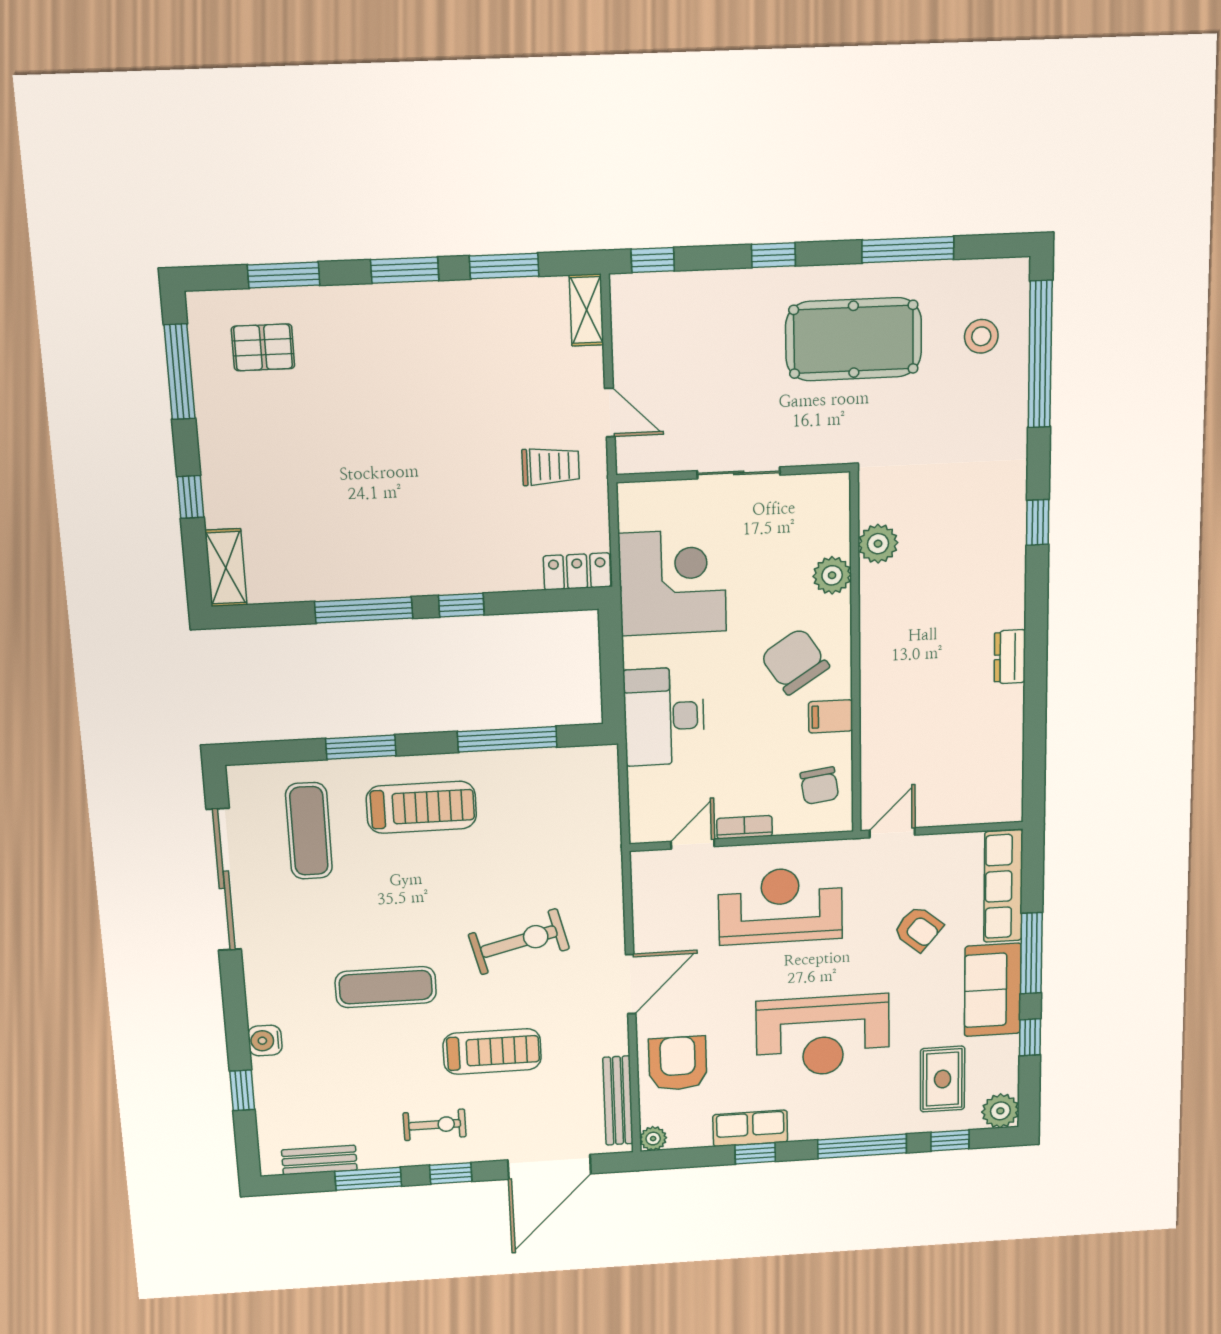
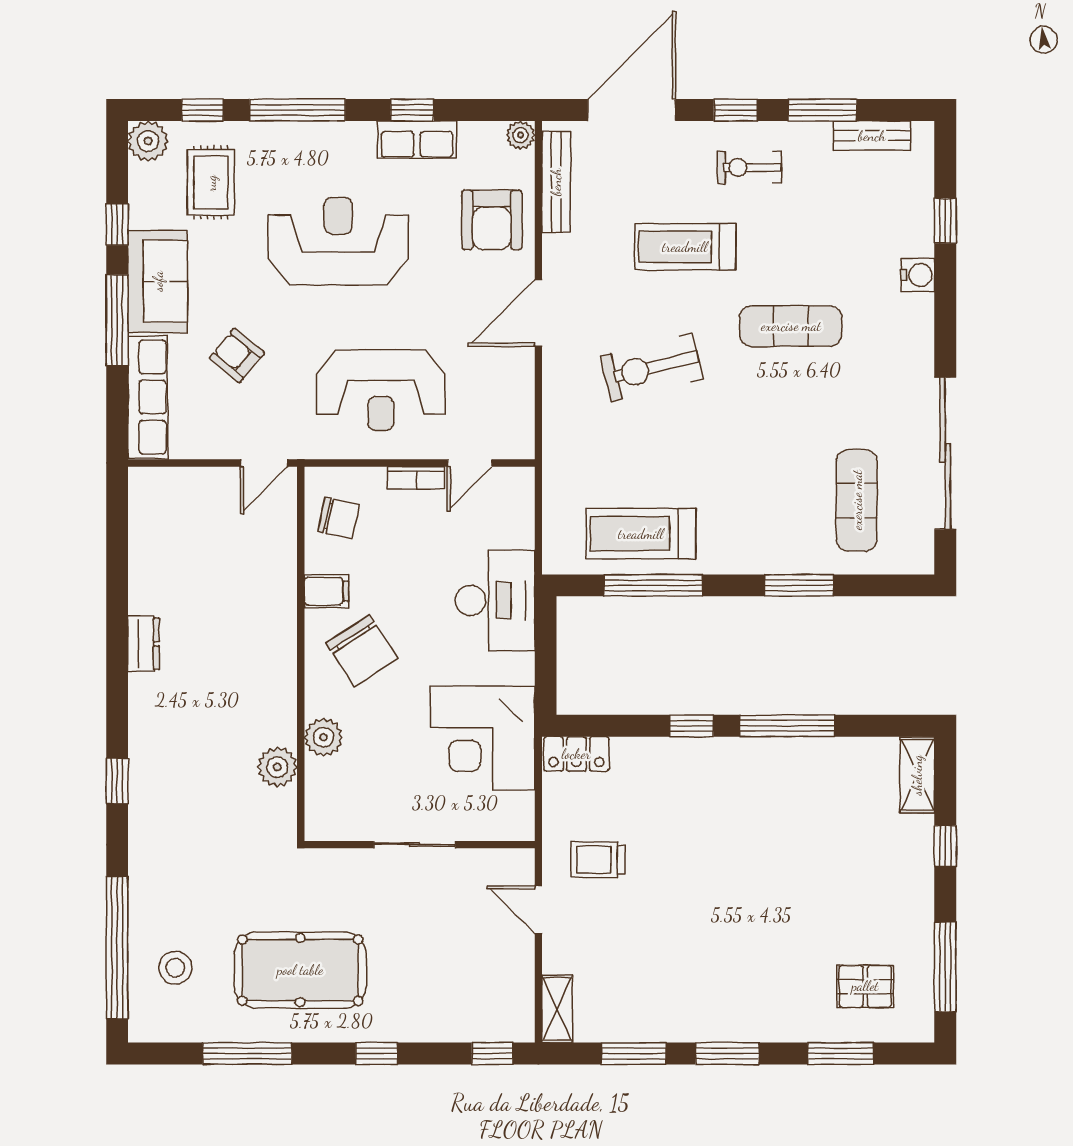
chair: (819, 786) -> (339, 518), turned 110
treadmill: (421, 807) -> (641, 534), moved

